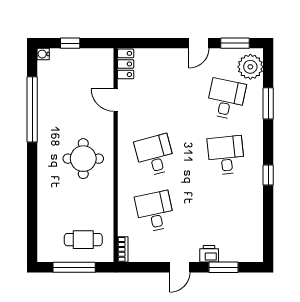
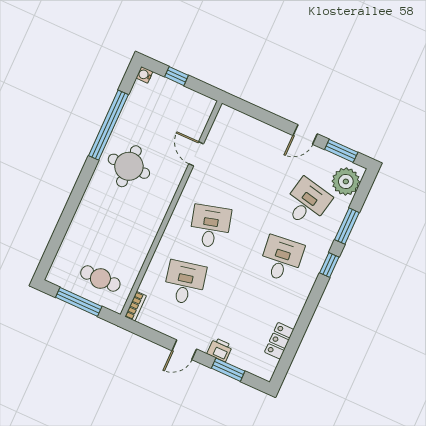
locker: (126, 64) -> (279, 341), moved, turned 180
round table: (83, 159) -> (129, 166), moved
window: (268, 175) -> (329, 265), moved

